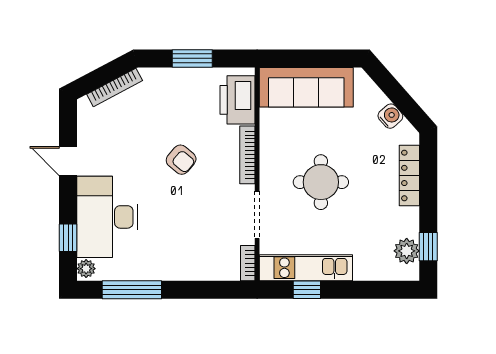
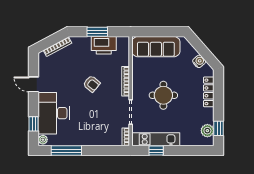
printer: (237, 100) -> (104, 45), moved, turned -90

